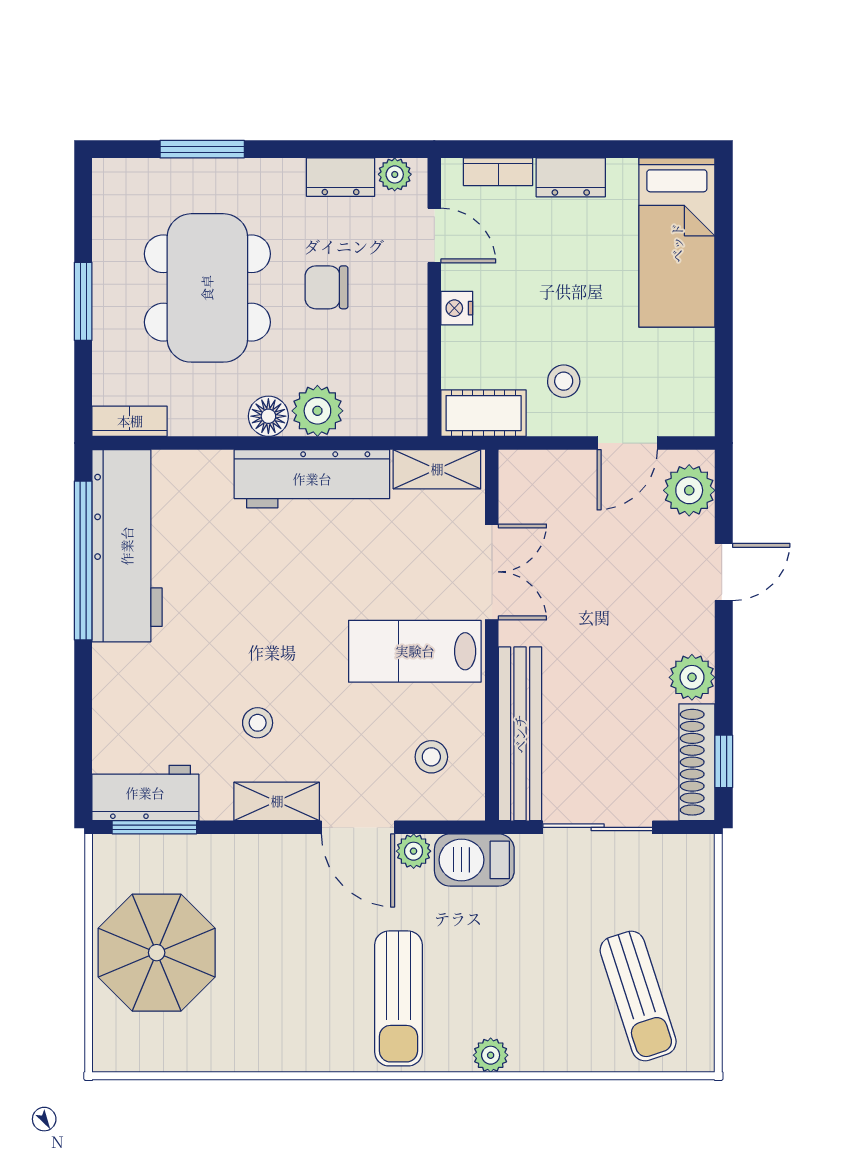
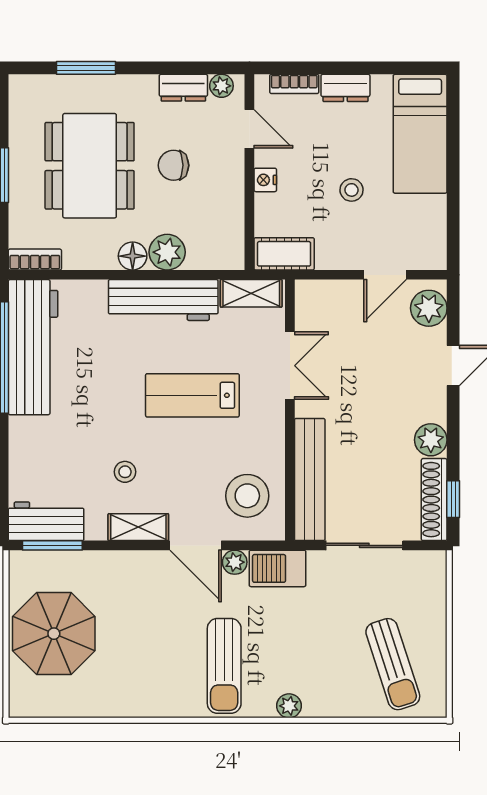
stool: (564, 381) -> (351, 190), moved
lab bench: (415, 651) -> (192, 395), moved
stool: (431, 757) -> (247, 496), width x1.89, depth x1.89

